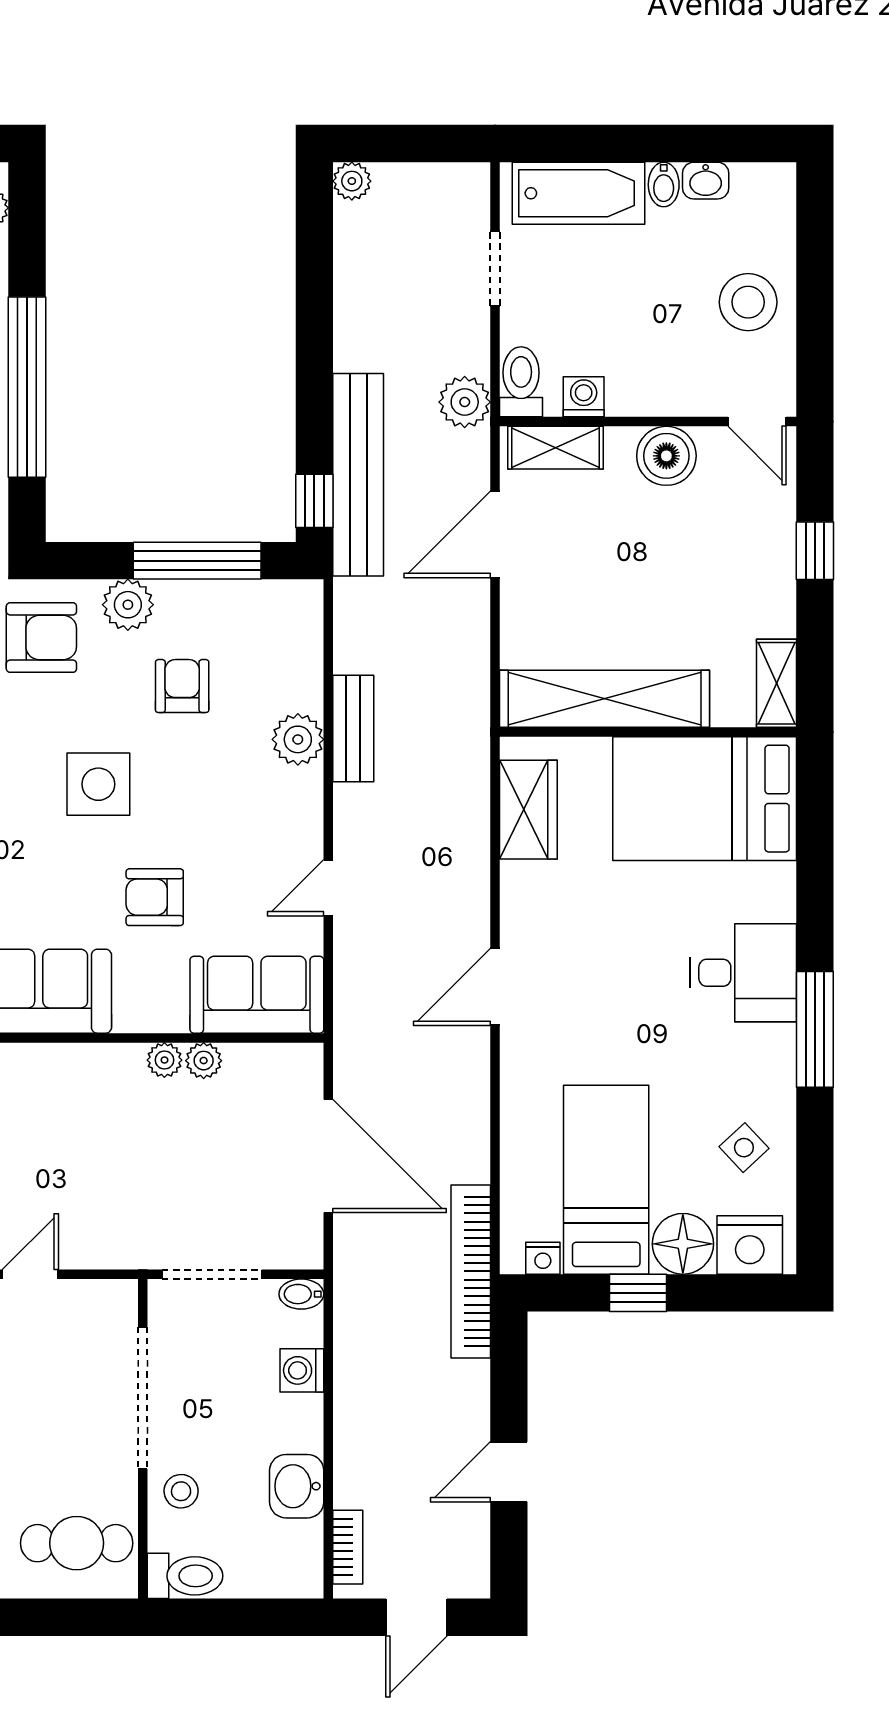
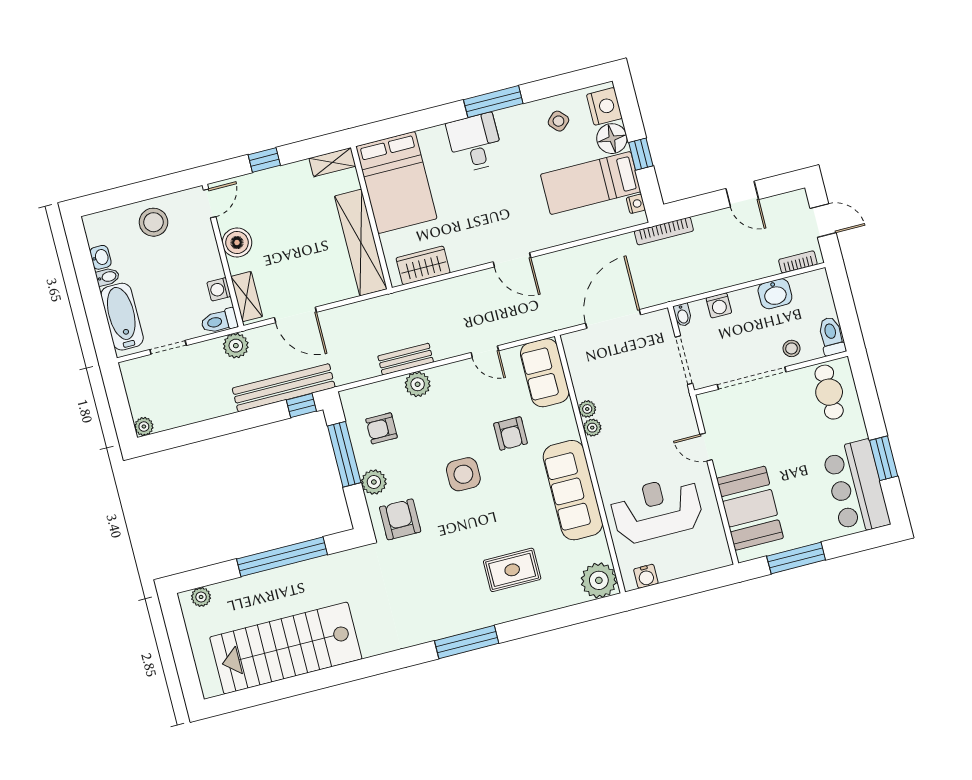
armchair: (182, 686) -> (382, 428), moved
plant: (204, 1061) -> (592, 428), moved
bookcase: (471, 1271) -> (664, 231), width x0.68, depth x0.76

